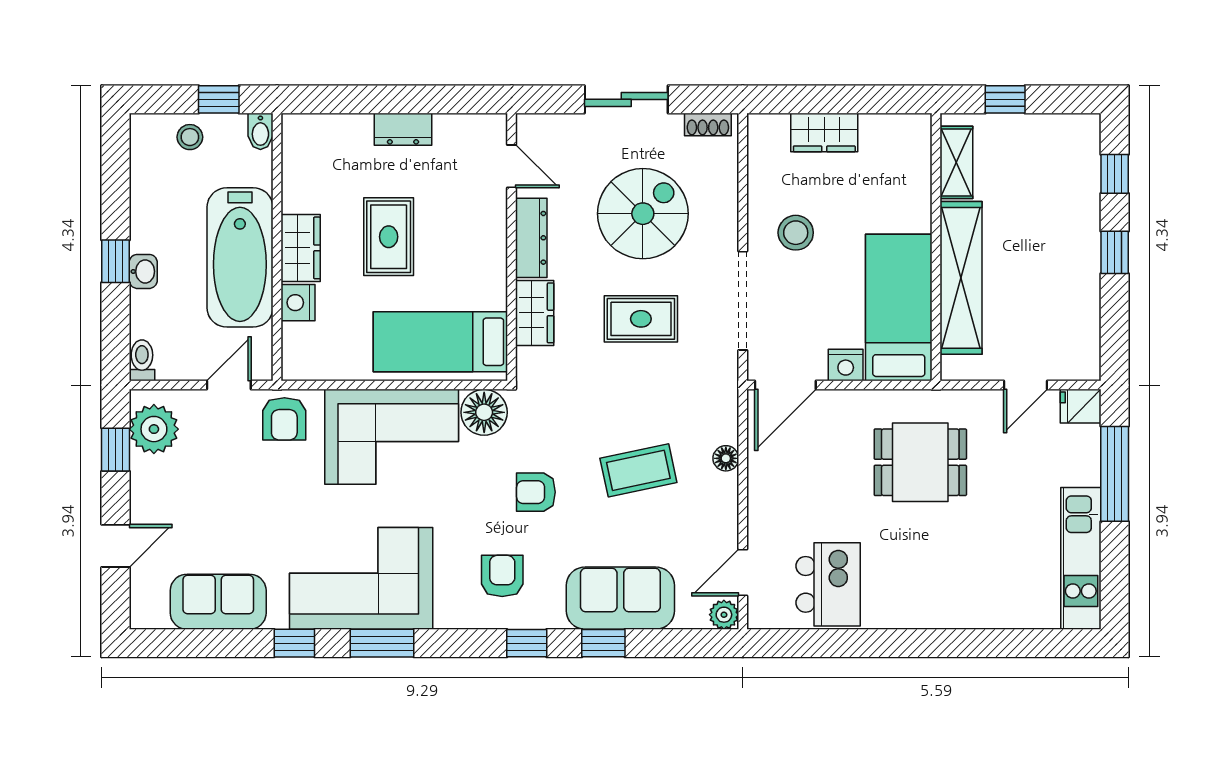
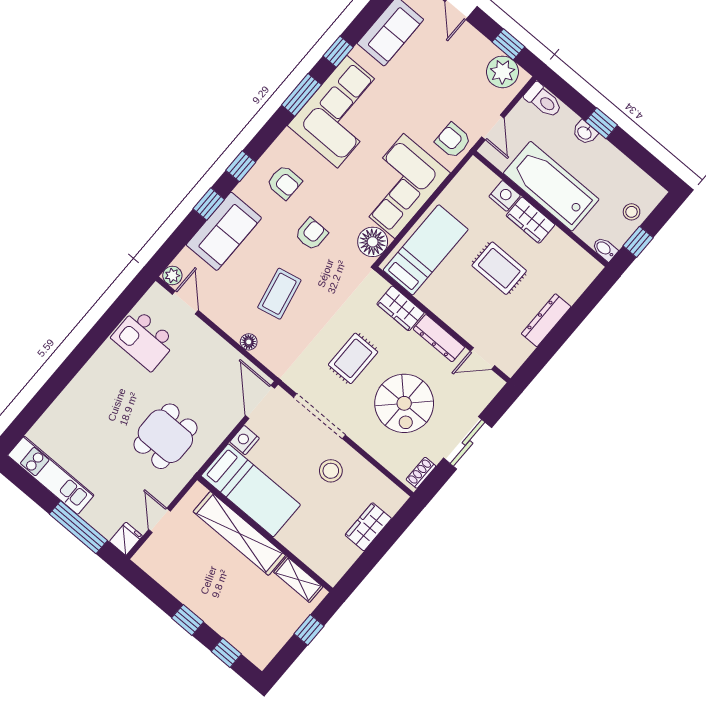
dresser: (403, 129) -> (546, 320), width x1.44
toilet: (142, 360) -> (543, 100), width x1.37, depth x1.39

